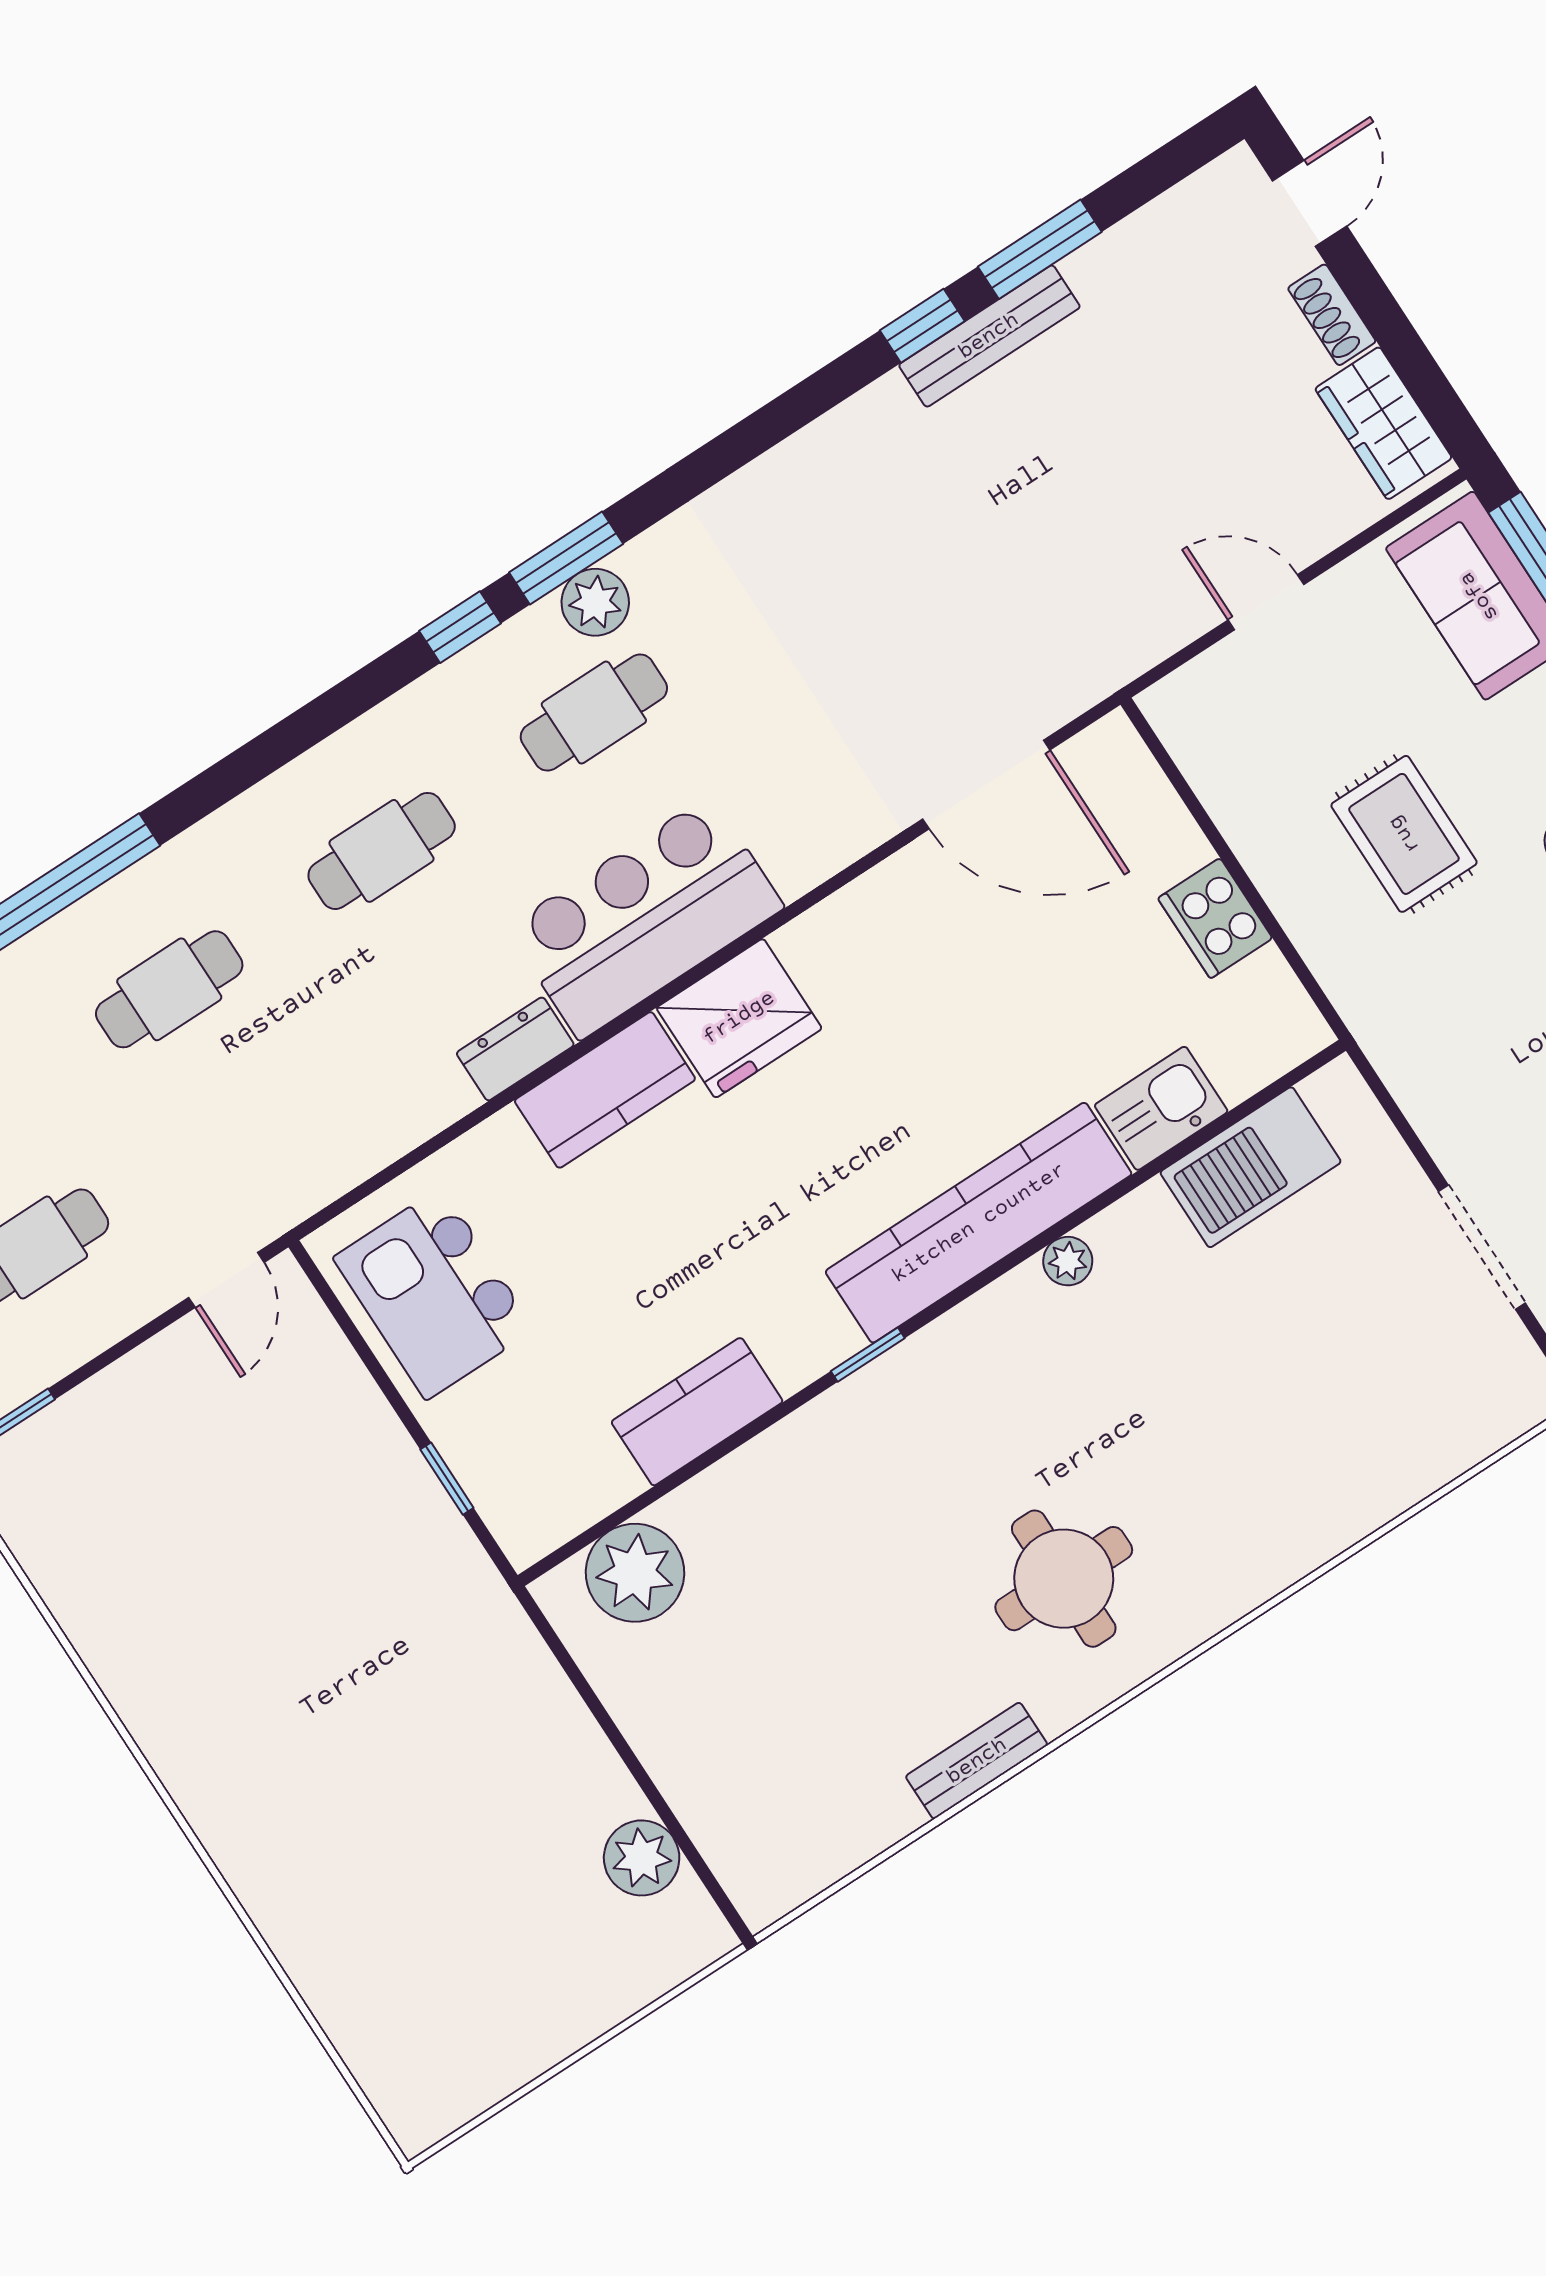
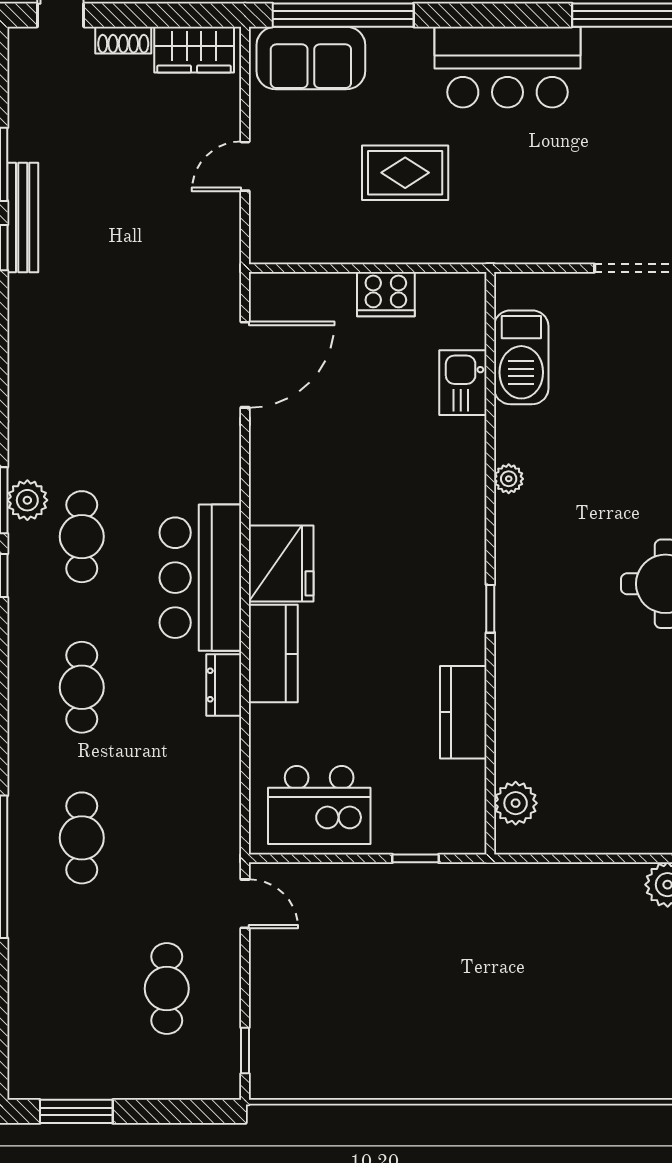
kitchen counter: (979, 1223) -> (461, 511), removed
plant: (635, 1573) -> (516, 803), width x0.73, depth x0.73

